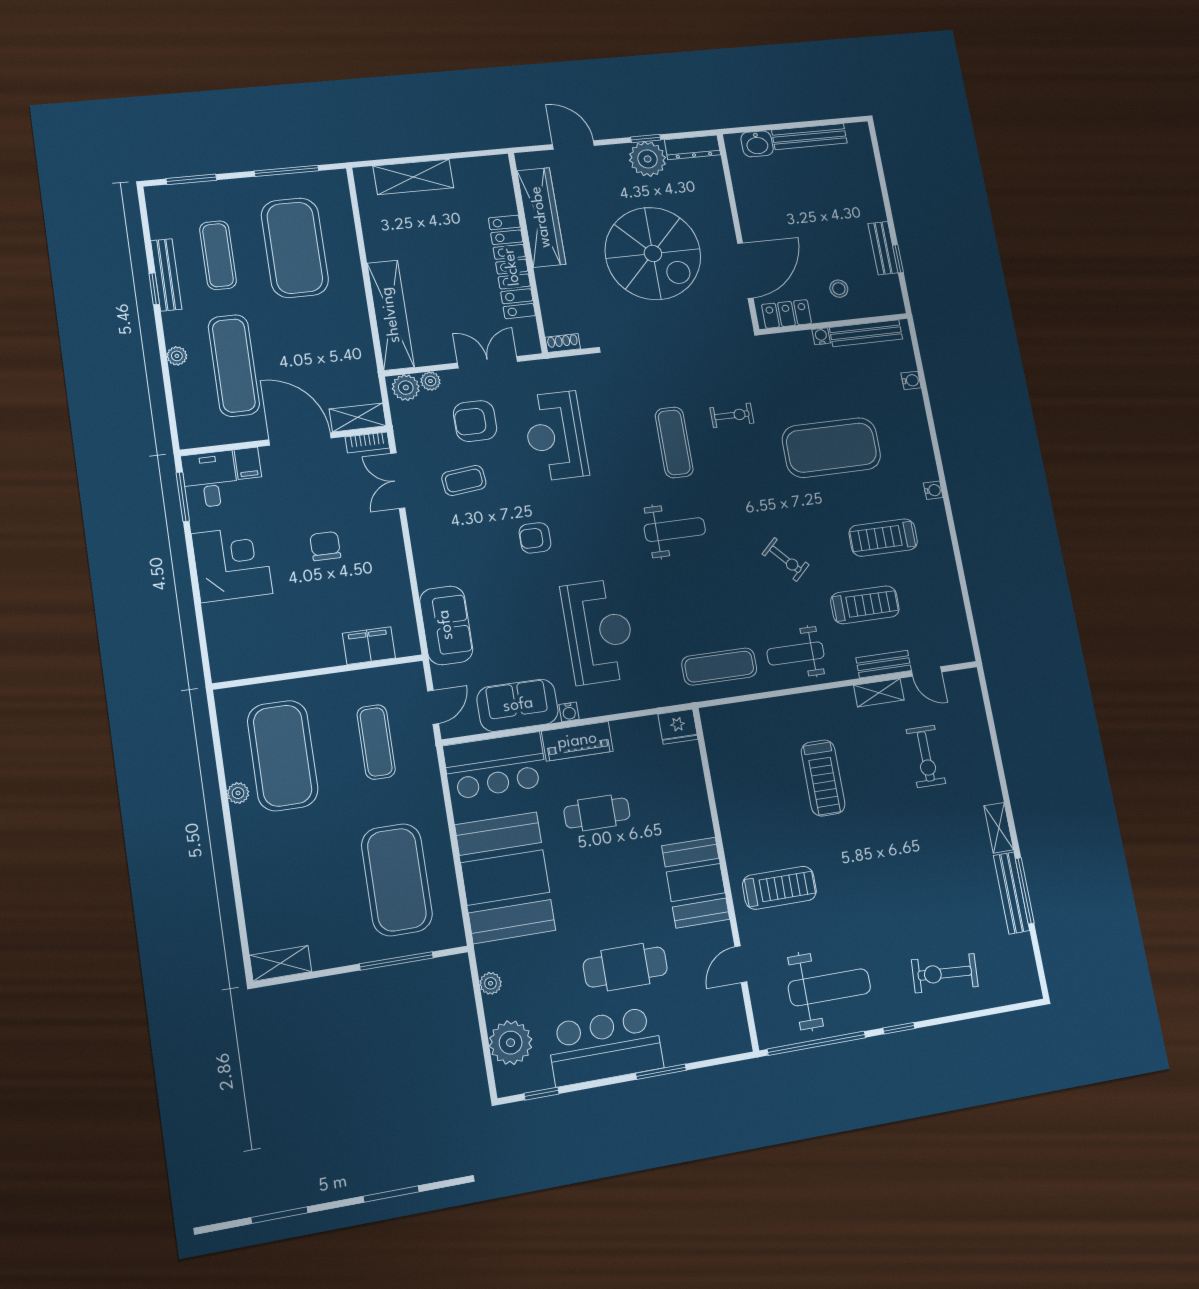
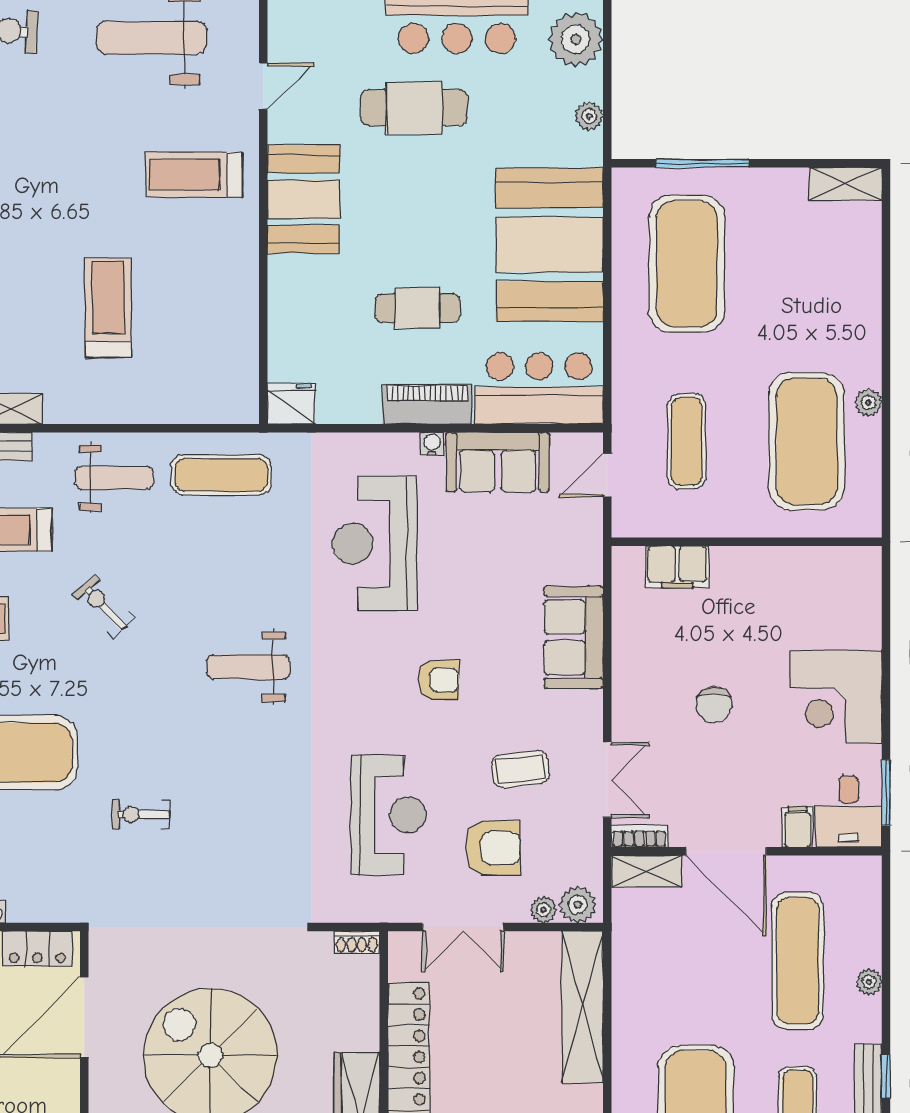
exercise mat: (674, 442) -> (228, 786), removed
sofa: (446, 625) -> (574, 637), moved

